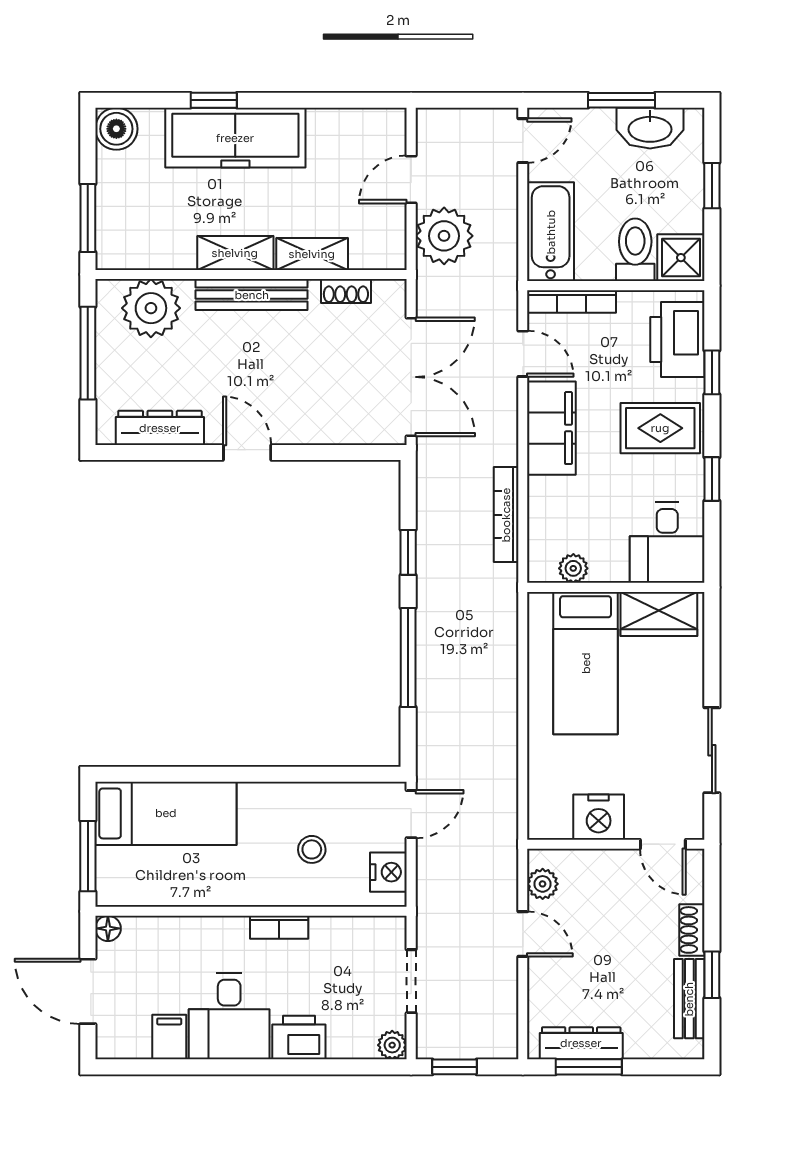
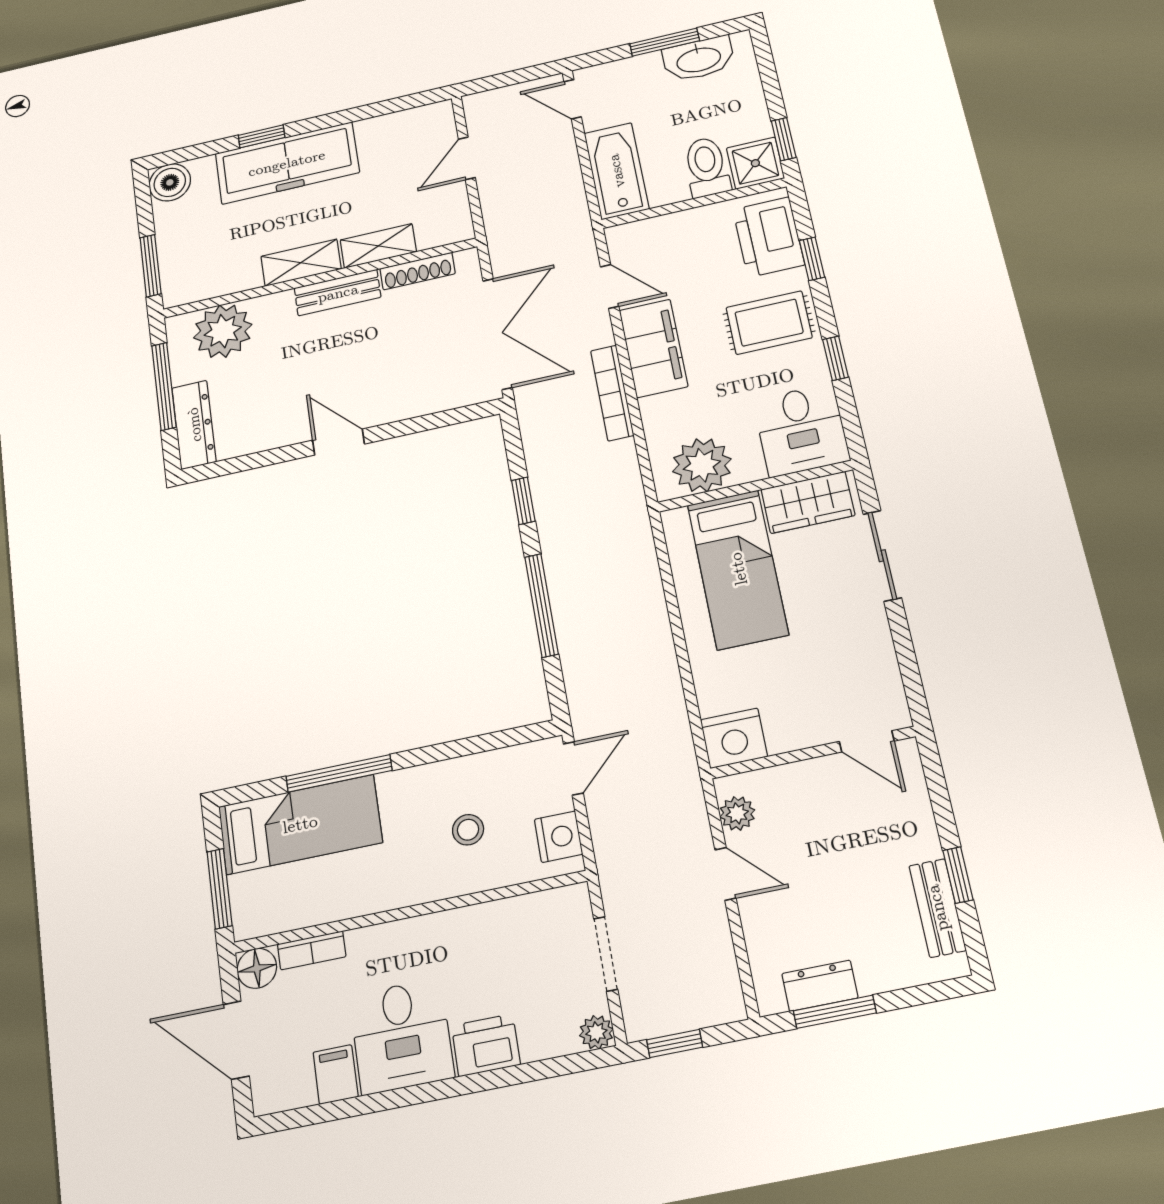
door: (523, 141) -> (573, 99), swing flipped
window: (712, 186) -> (784, 139), moved
plant: (444, 236) -> (509, 200), removed
shoe rack: (346, 291) -> (418, 271), width x1.43
bench: (252, 295) -> (338, 293), width x0.73
bookcase: (572, 301) -> (651, 228), removed
dresser: (160, 428) -> (194, 425), moved, turned 90
bookcase: (506, 515) -> (612, 393), moved
plant: (573, 568) -> (702, 465), width x1.87, depth x1.87
sliding door: (712, 750) -> (882, 556), moved
window: (206, 774) -> (339, 773), added
nightstand: (599, 817) -> (734, 738), moved
bookcase: (279, 927) -> (312, 950), moved
floor lamp: (108, 928) -> (257, 968), width x1.37, depth x1.37
shoe rack: (692, 930) -> (922, 829), removed
dresser: (581, 1043) -> (820, 986), width x0.70

